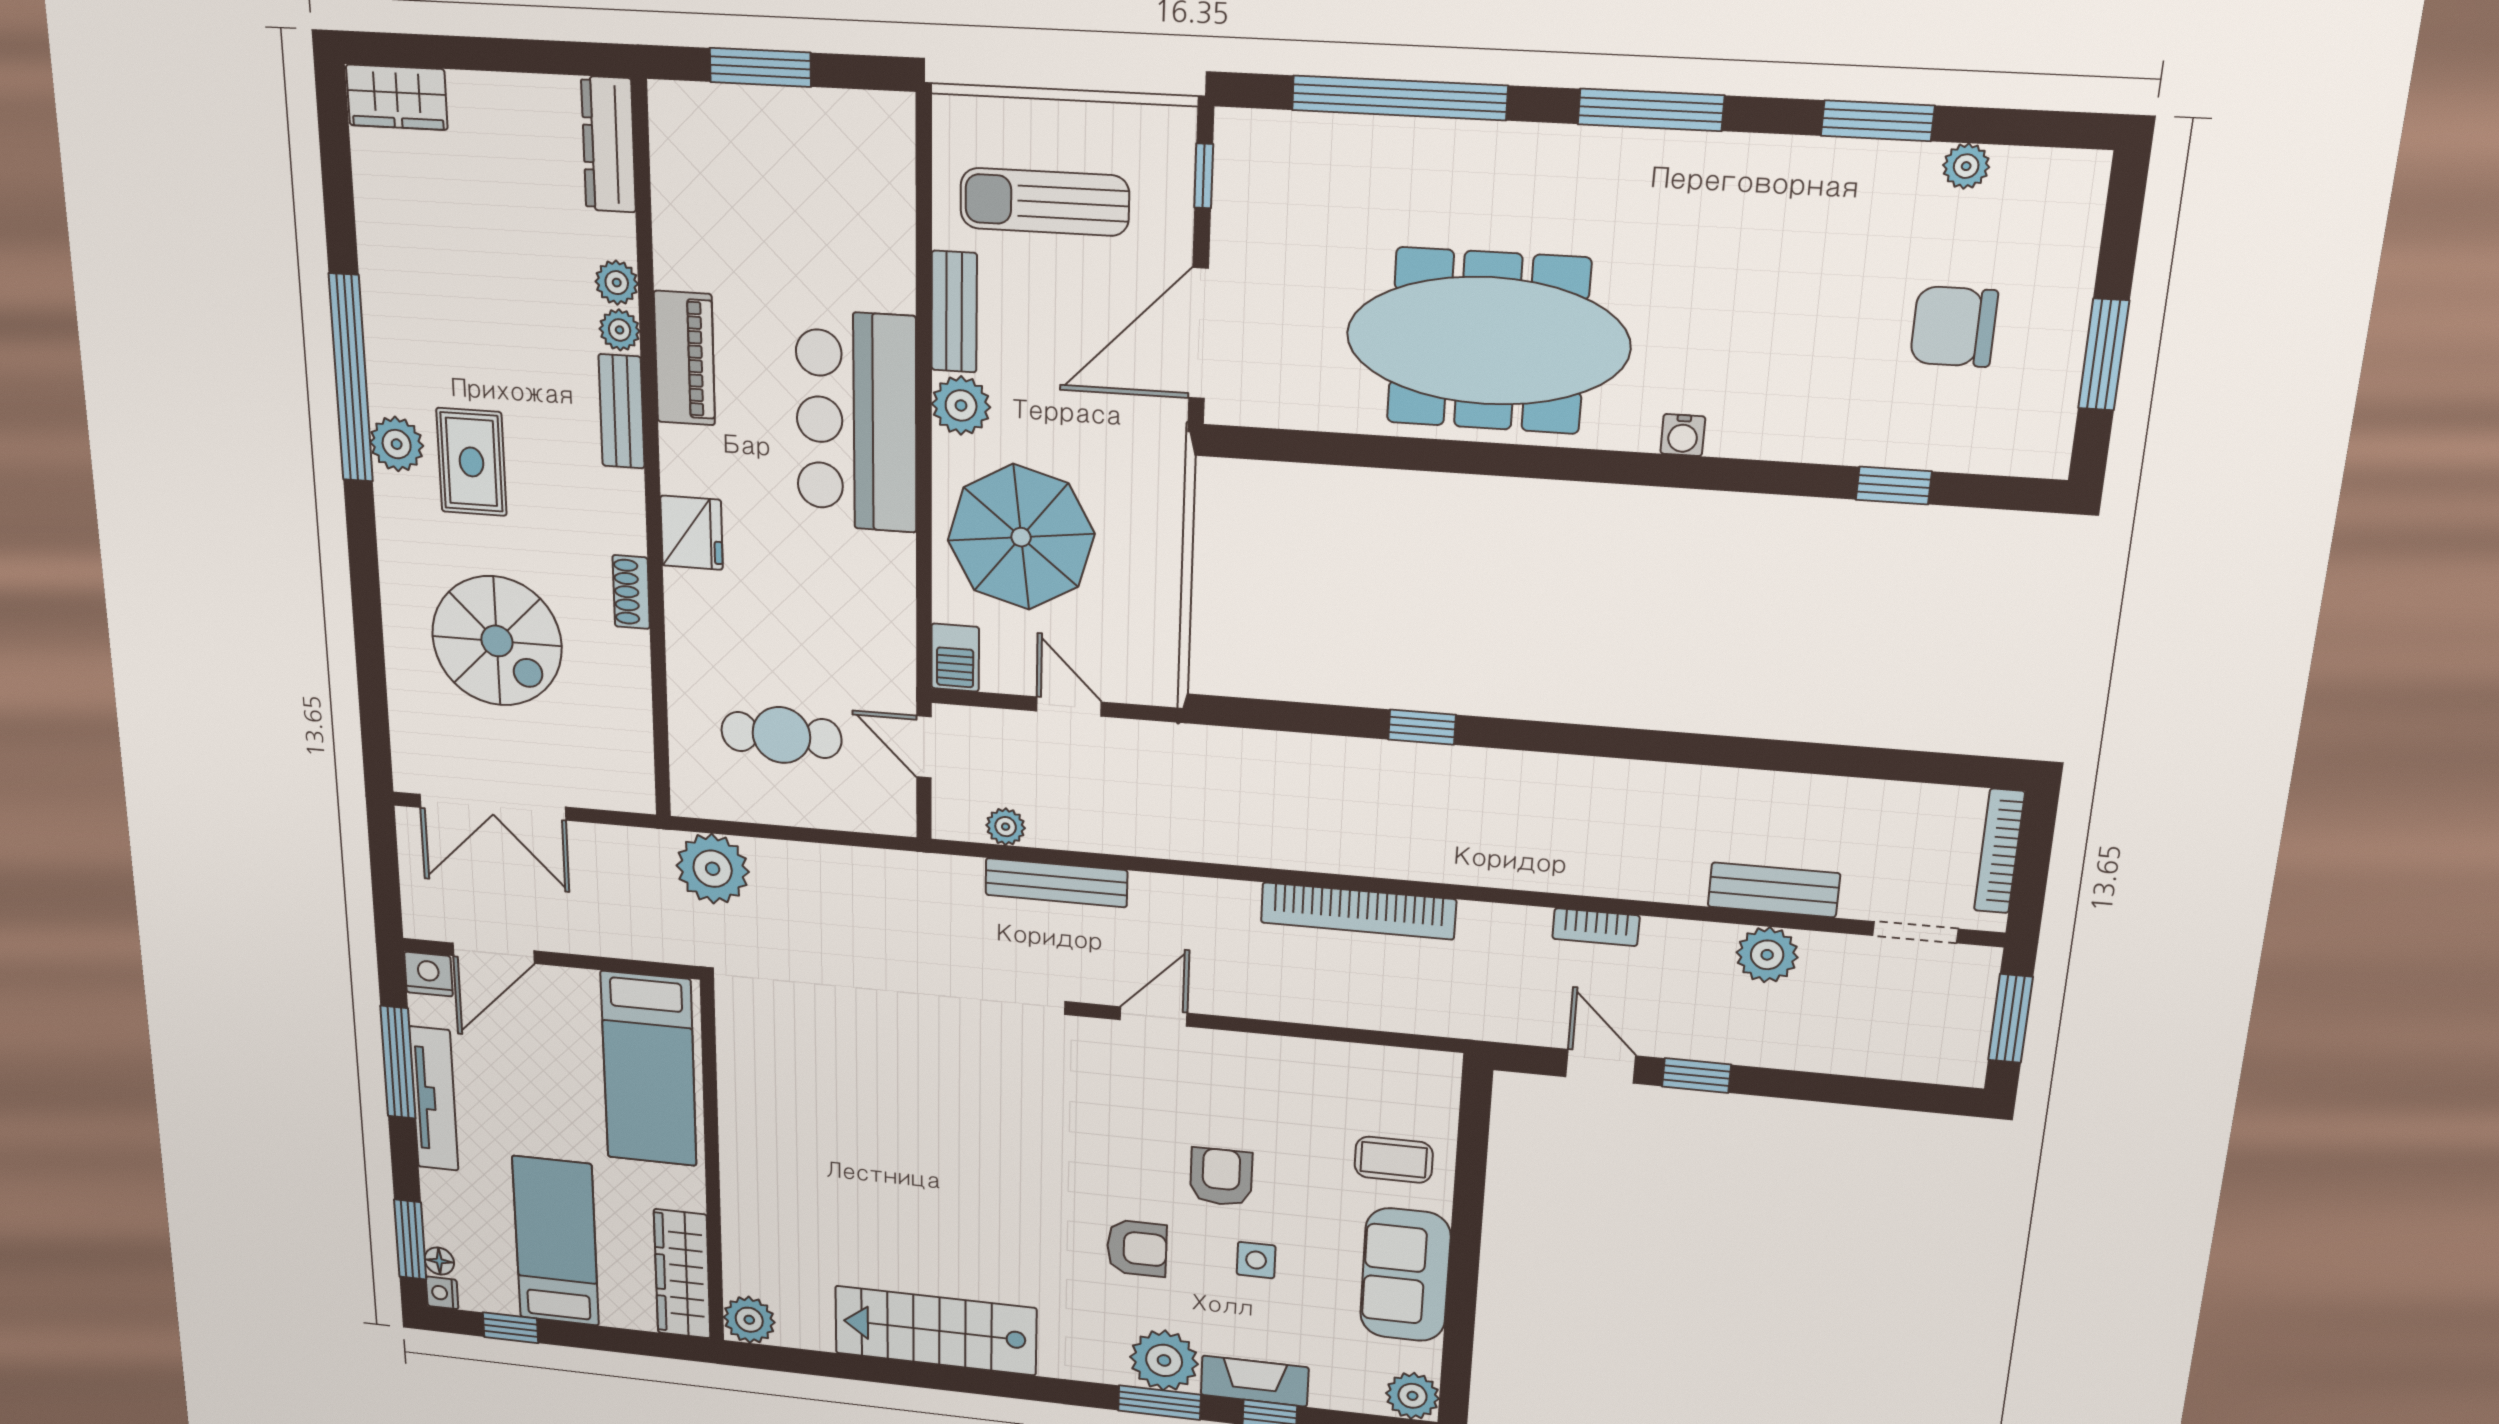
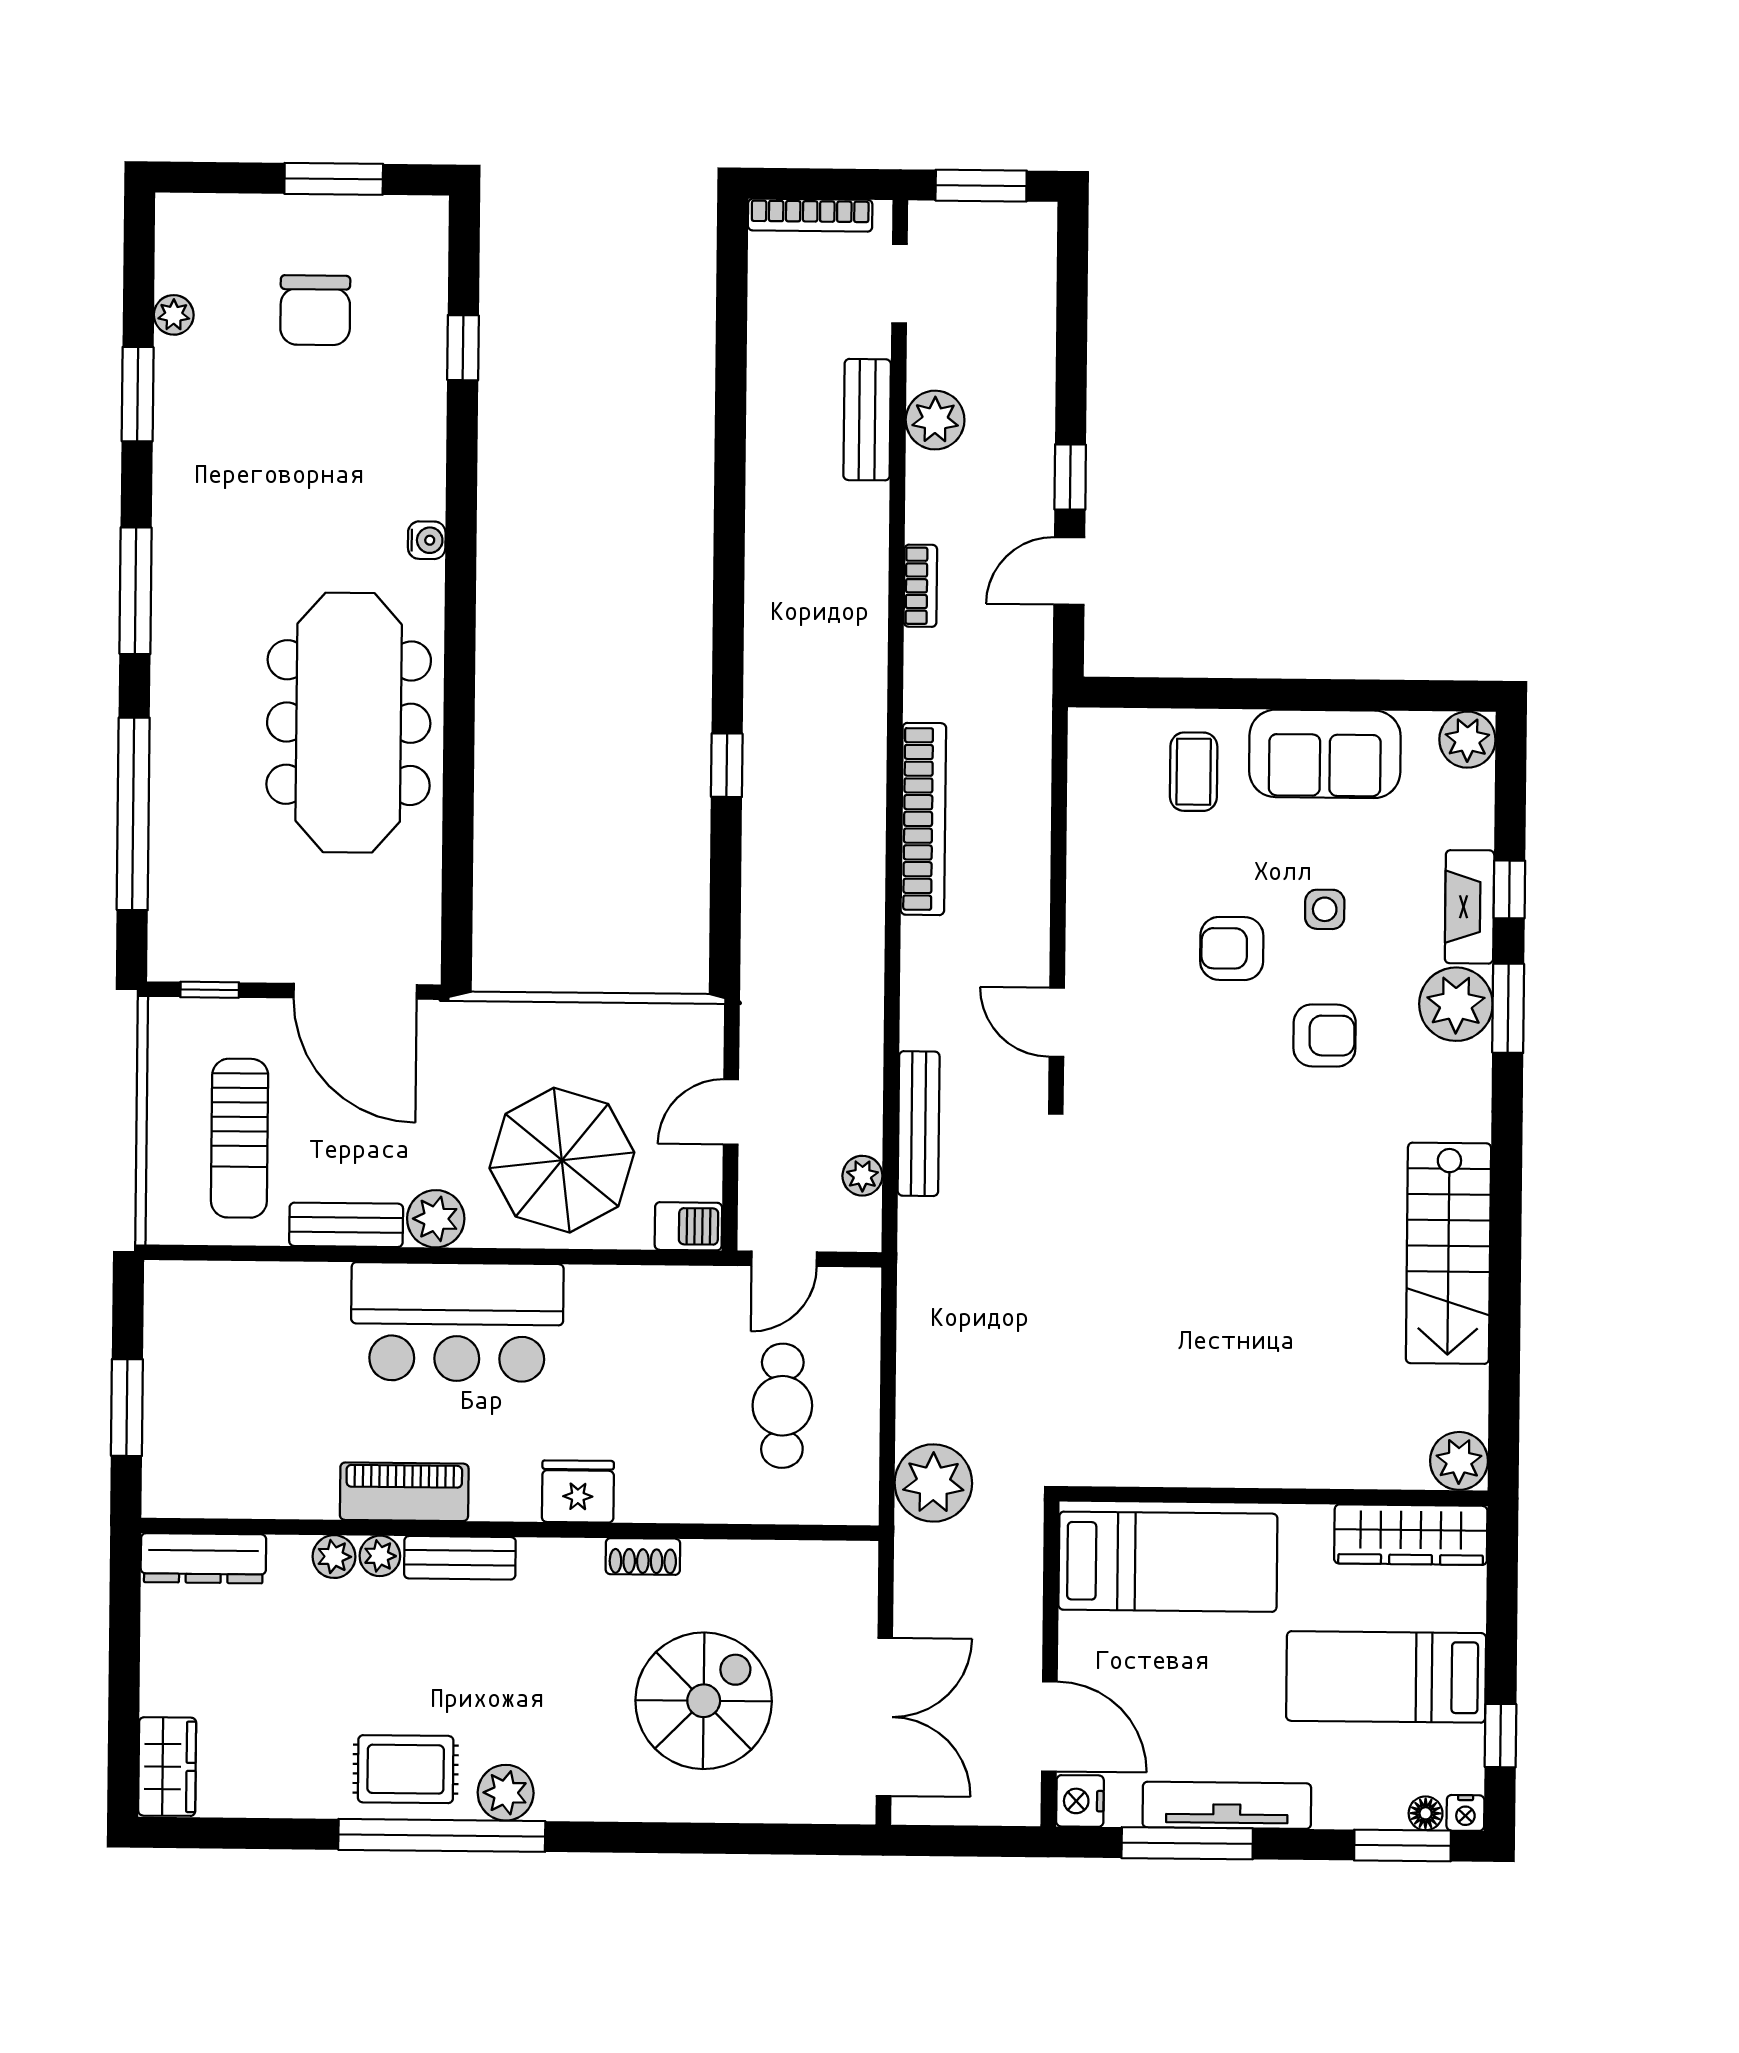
rug: (471, 462) -> (406, 1769), moved
armchair: (1137, 1248) -> (1325, 1035), turned 90

